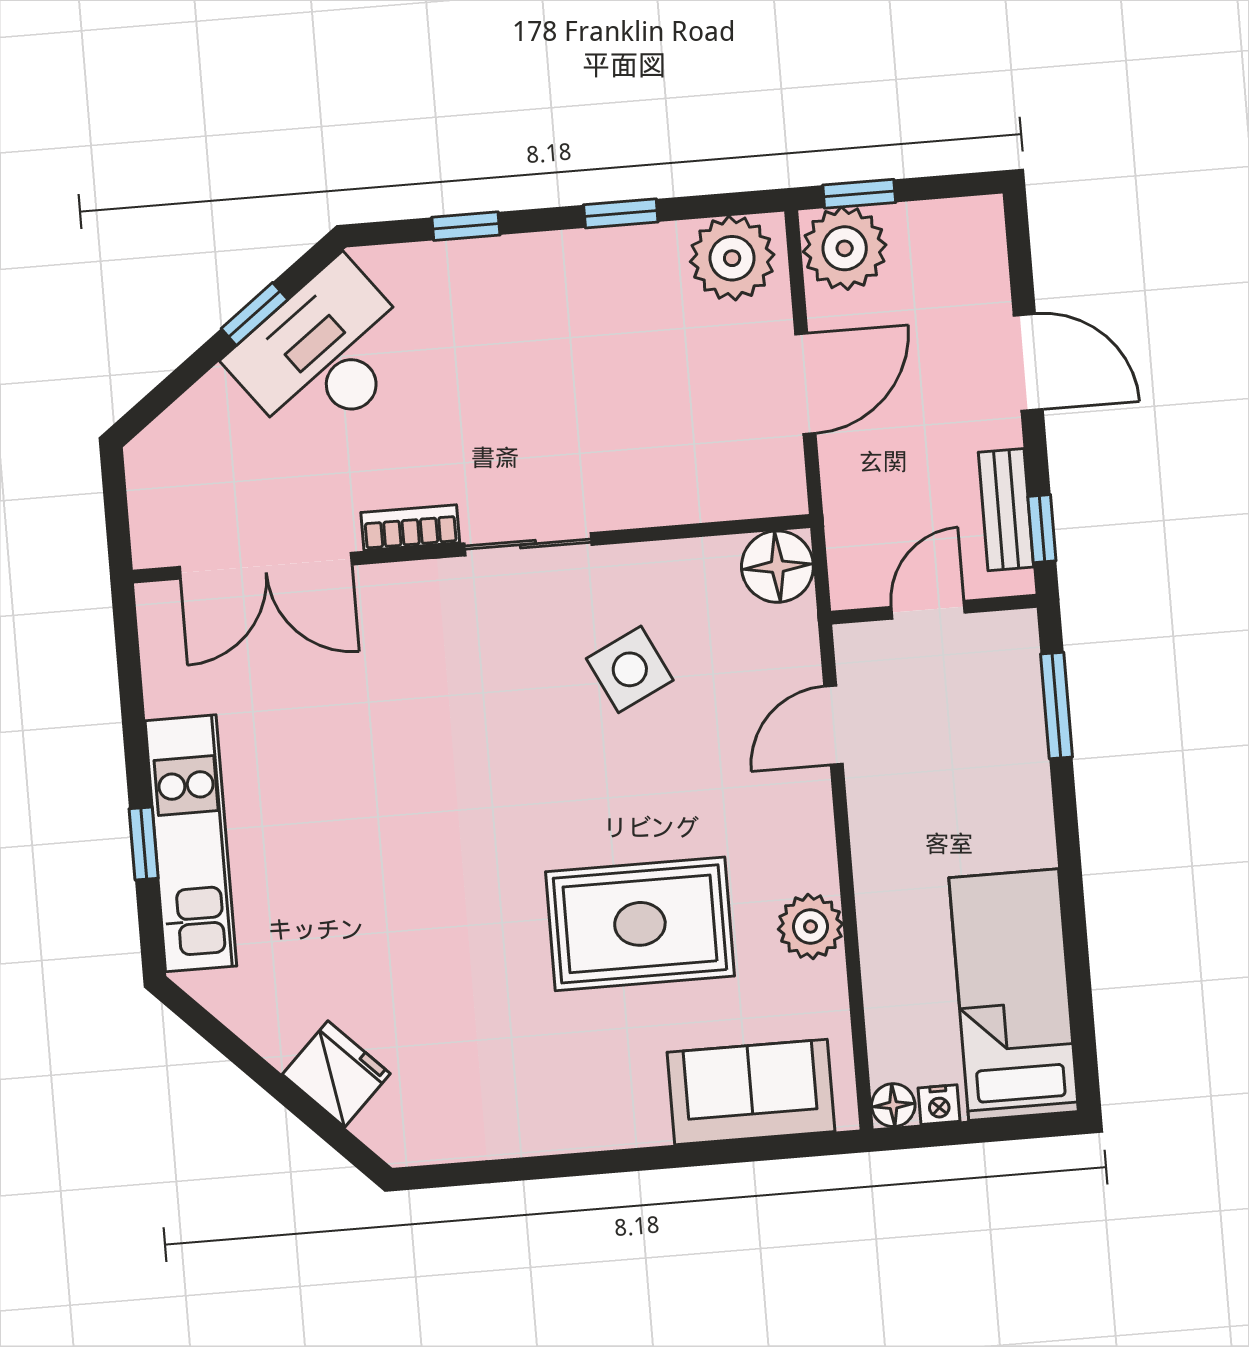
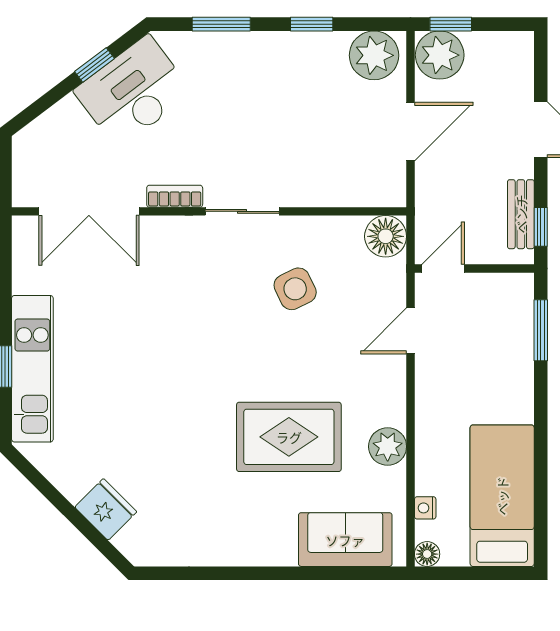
window: (466, 226) -> (221, 24), width x1.50
door: (928, 610) -> (443, 268), moved
nightstand: (939, 1105) -> (425, 508), moved, turned 90

